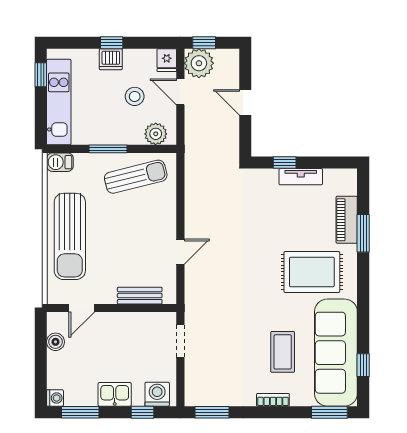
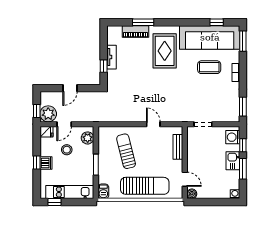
sun lounger: (136, 177) -> (126, 151), moved
boiler: (56, 342) -> (192, 194), moved
window: (80, 412) -> (243, 169), moved

